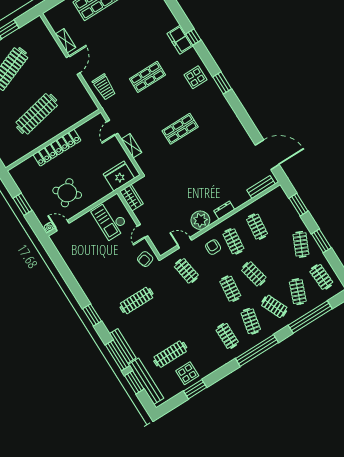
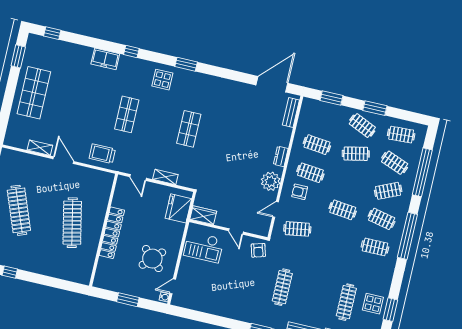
freezer: (180, 40) -> (105, 59), moved
trolley: (104, 87) -> (102, 154), turned 180
clothes rail: (254, 274) -> (356, 154), moved

